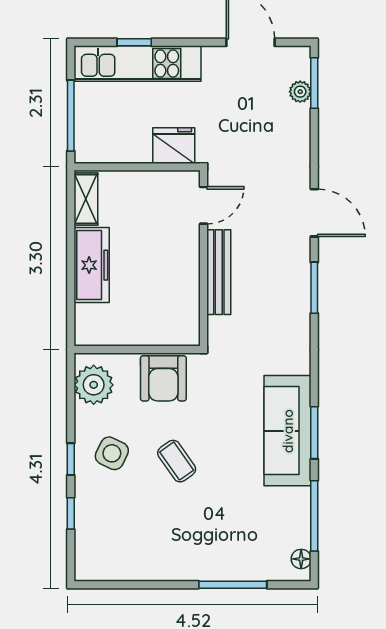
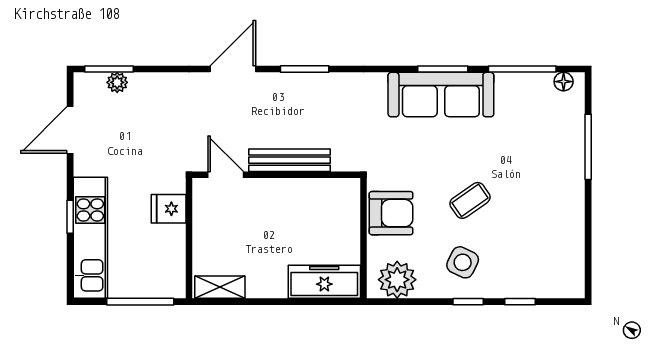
window: (134, 42) -> (70, 217), moved
fridge: (174, 146) -> (169, 209), width x0.72
freezer: (92, 265) -> (324, 282), moved

